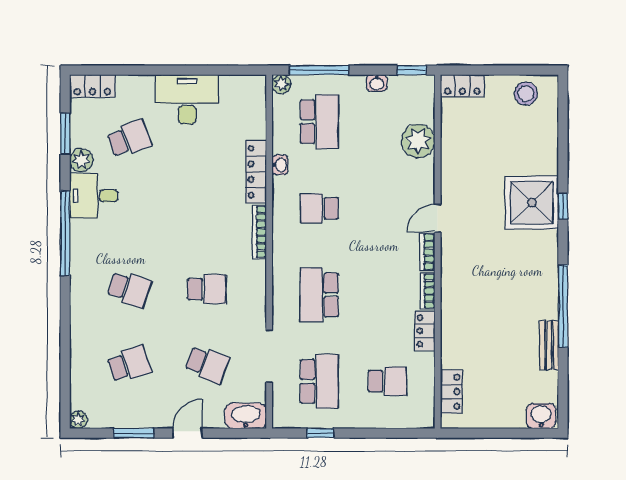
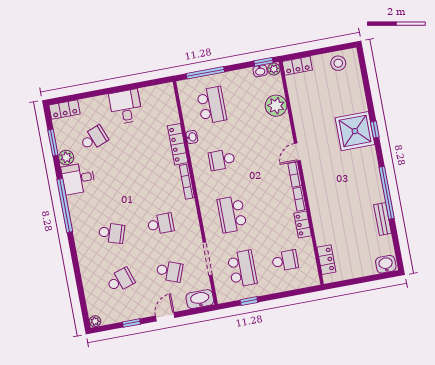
washbasin: (377, 83) -> (260, 71), moved
plant: (281, 84) -> (274, 69), moved
desk: (187, 99) -> (126, 107), width x0.73
window: (134, 433) -> (131, 323), width x0.67

